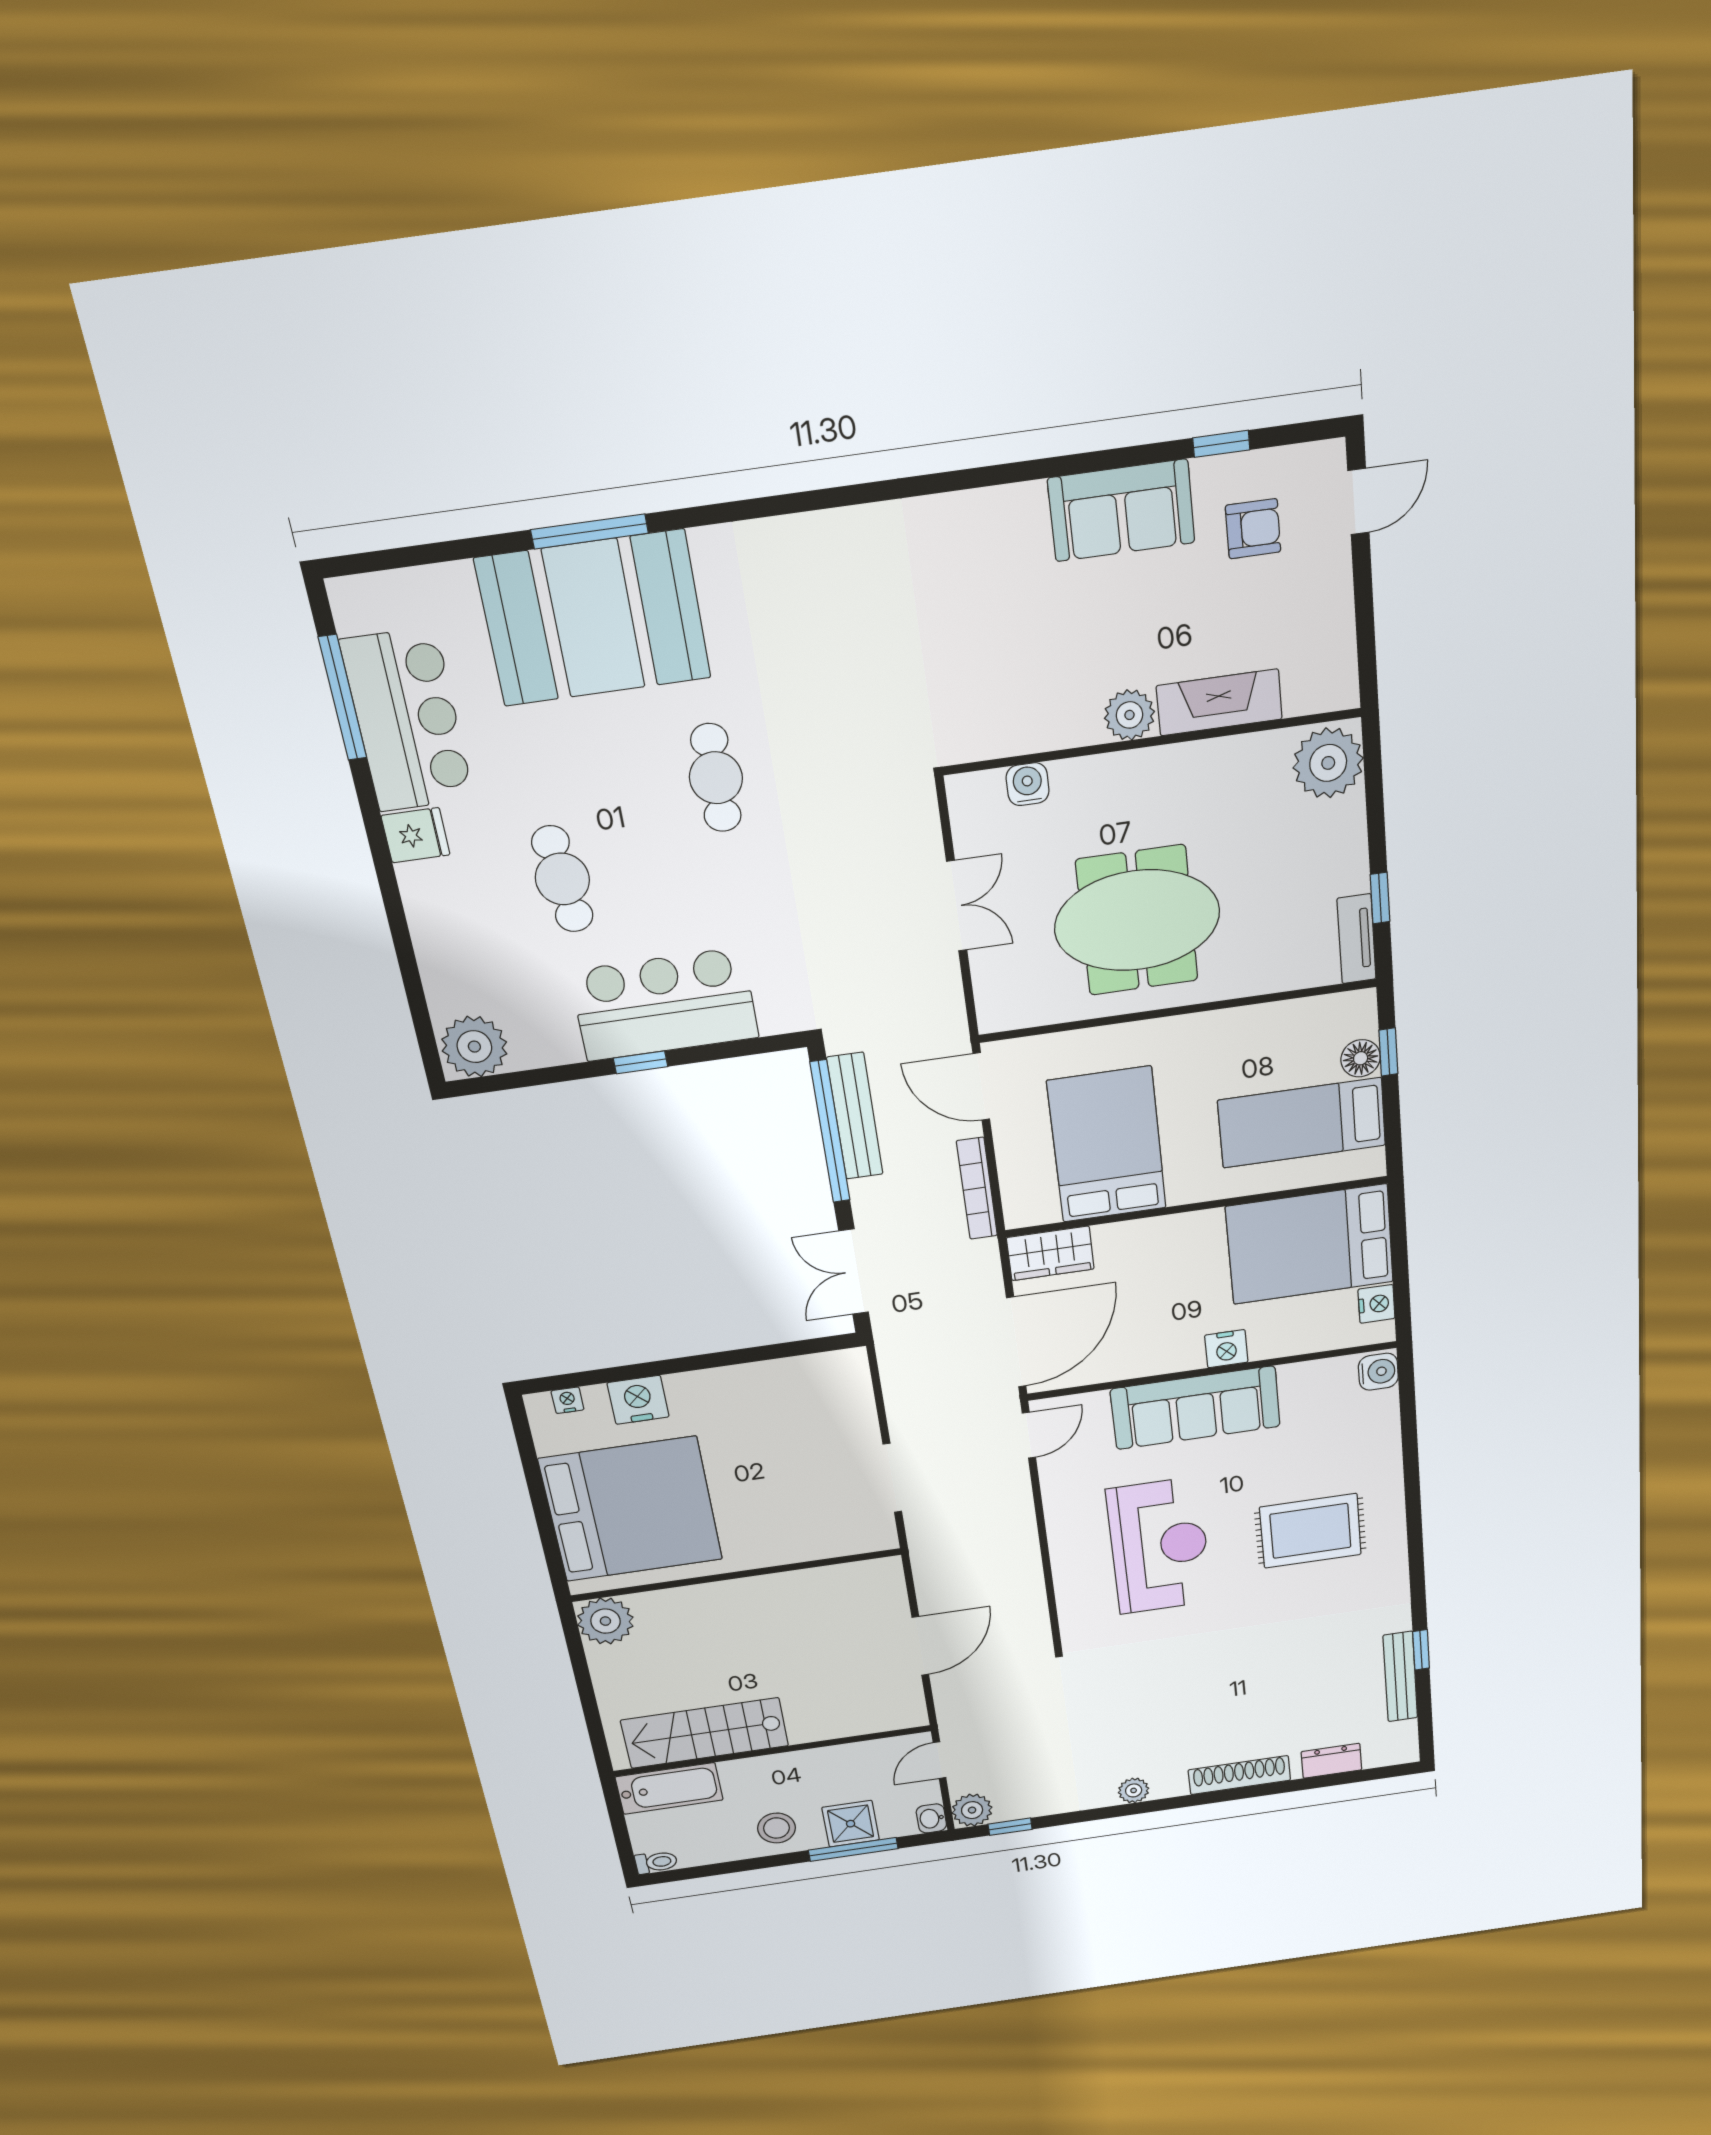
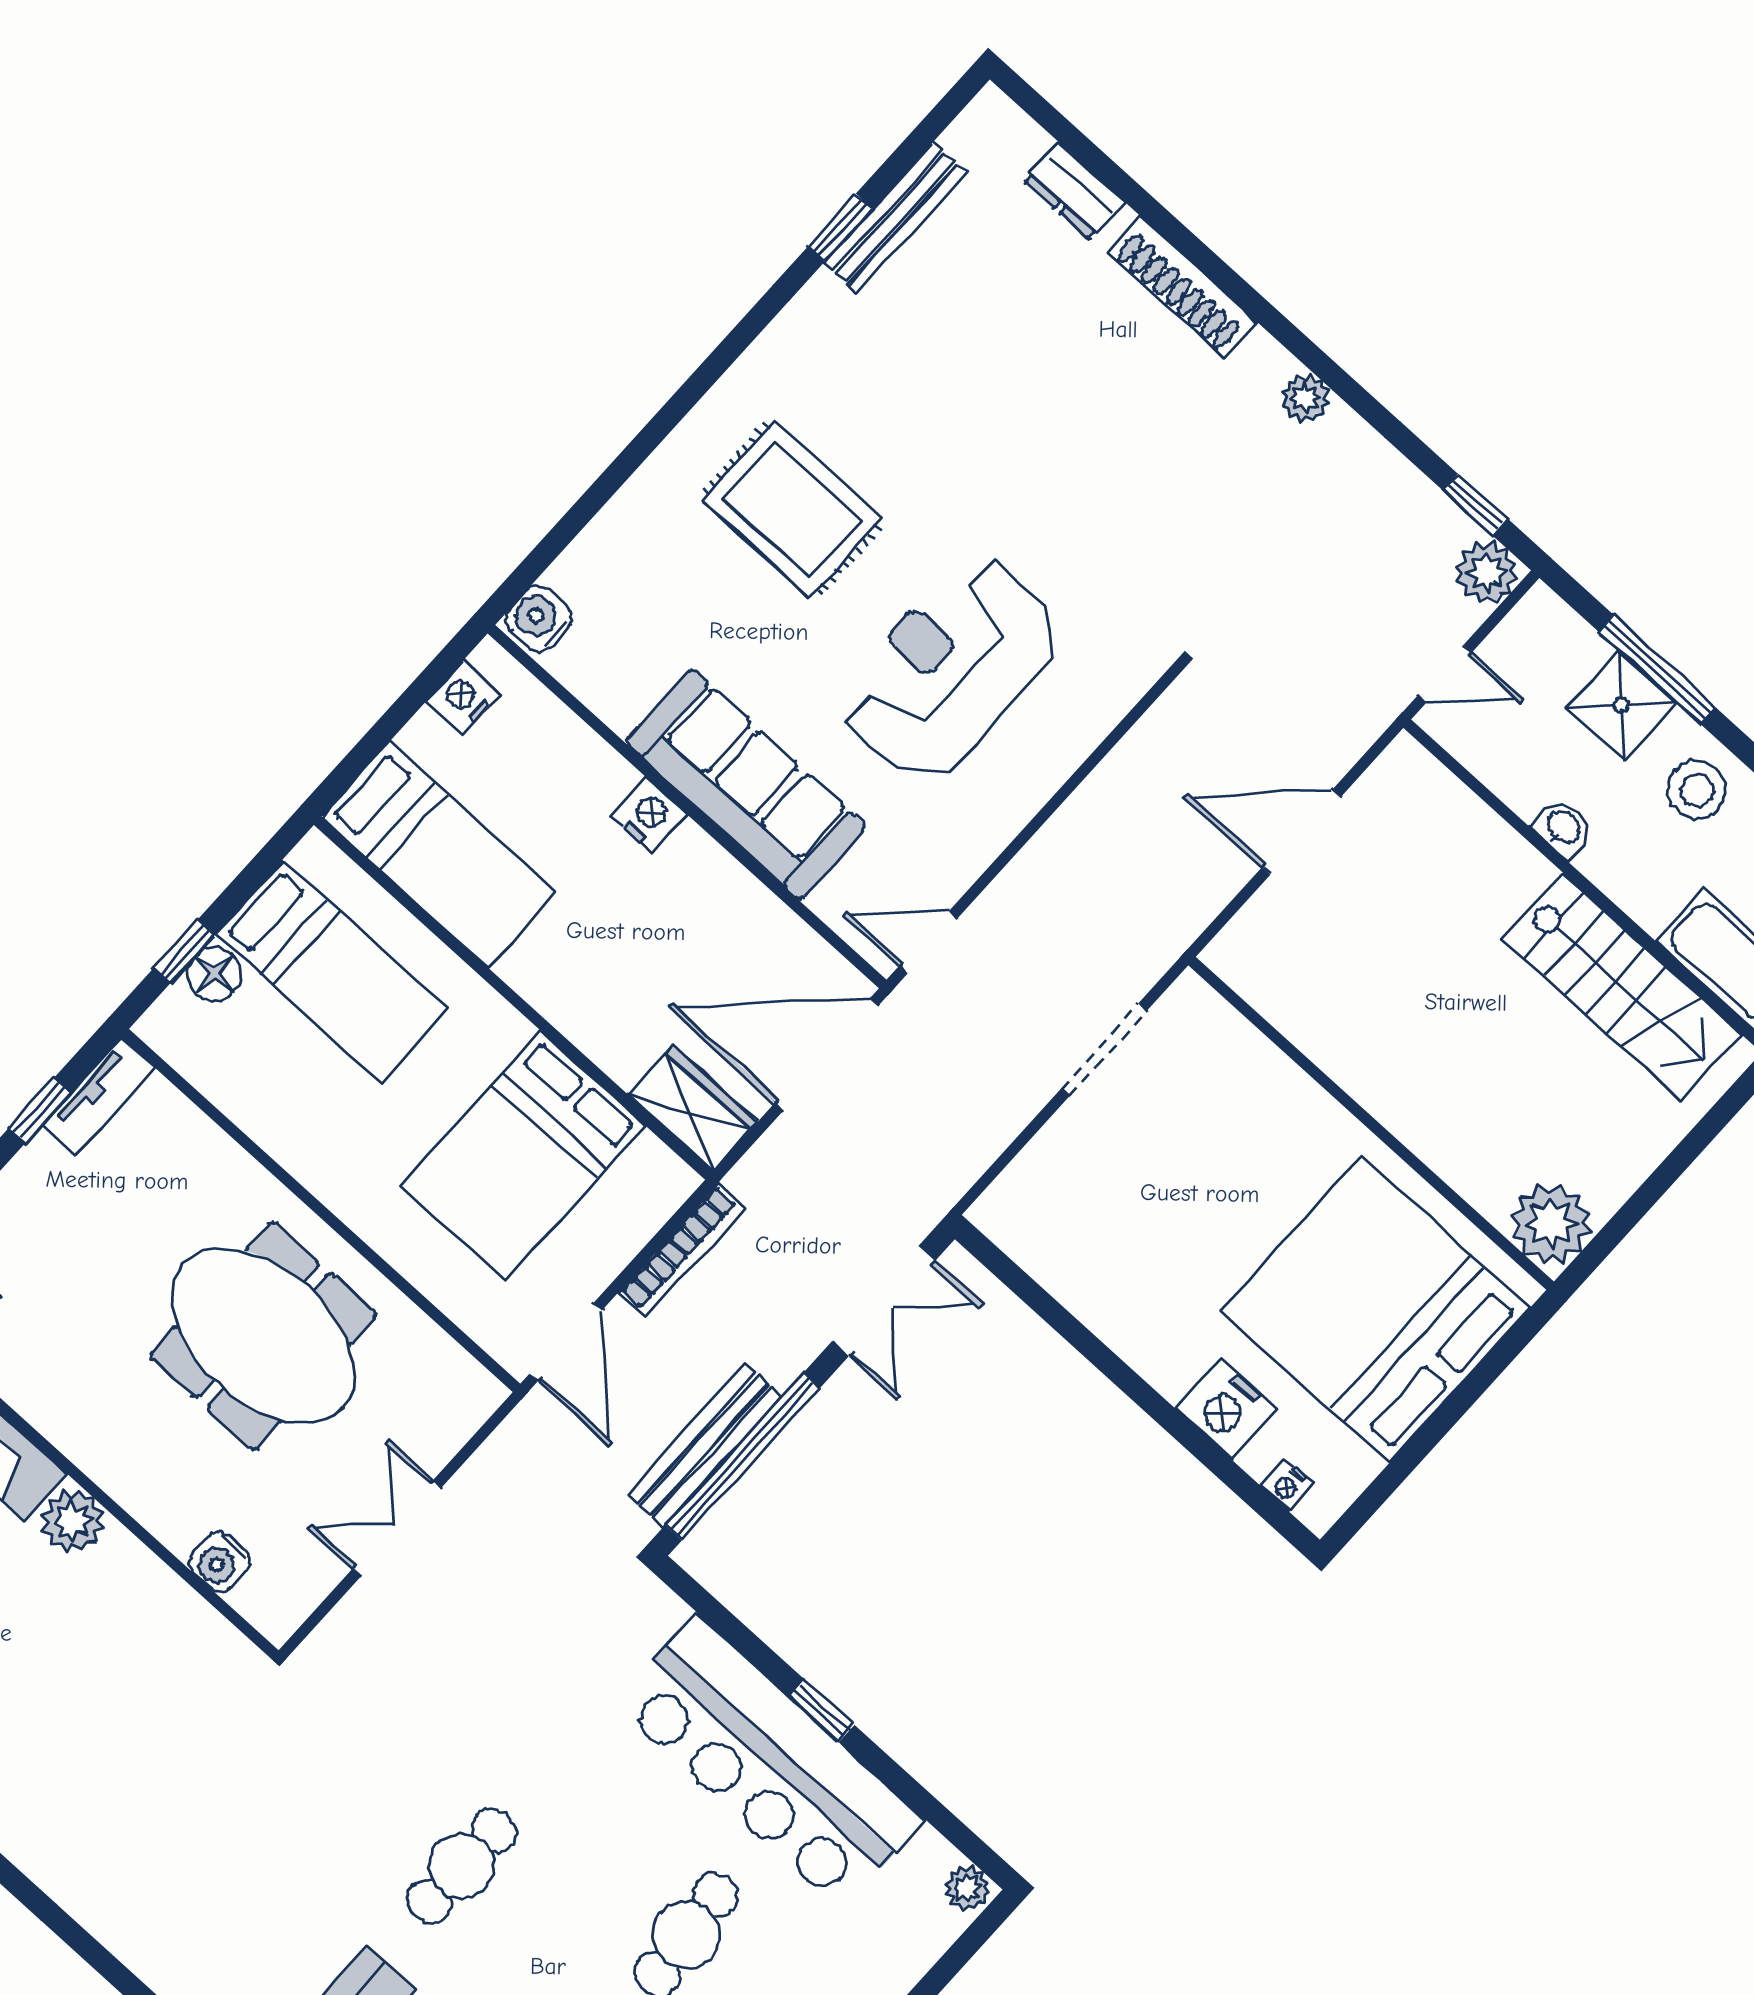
bar counter: (665, 1004) -> (769, 1762), width x1.36
plant: (474, 1047) -> (967, 1888), width x0.53, depth x0.53
bed: (1310, 1244) -> (439, 855), width x0.67
washbasin: (931, 1818) -> (1563, 828), moved, turned -90

